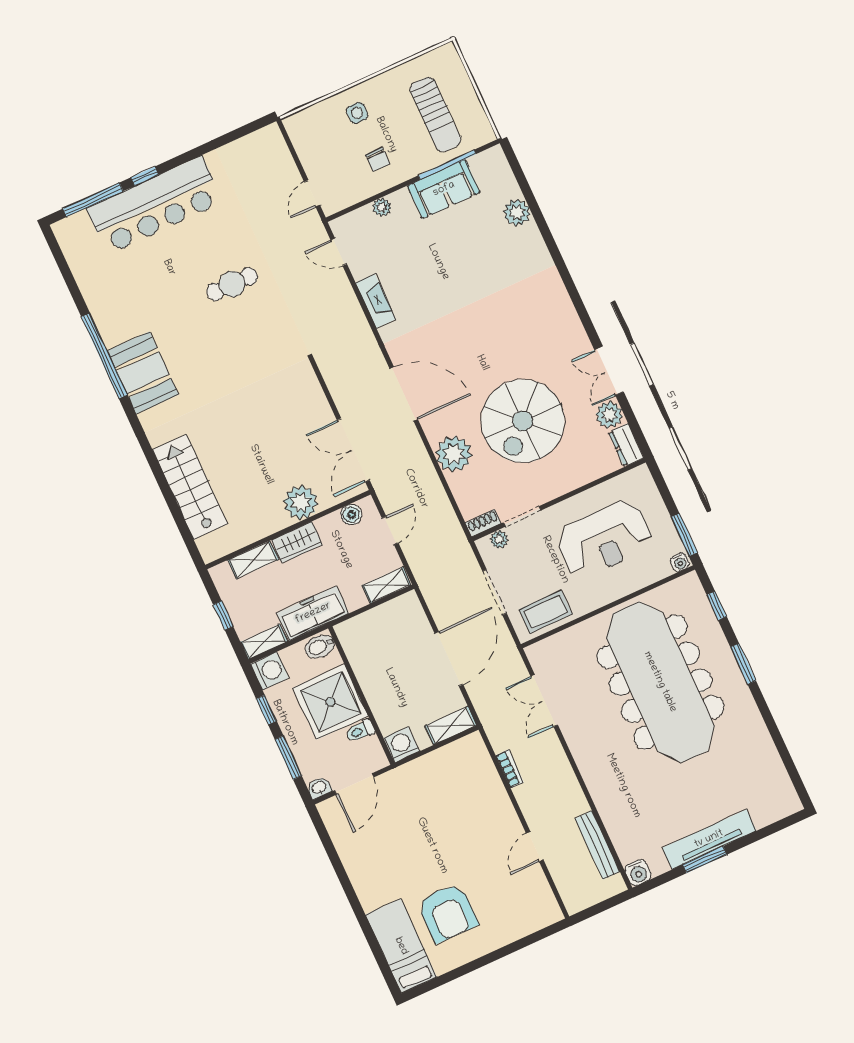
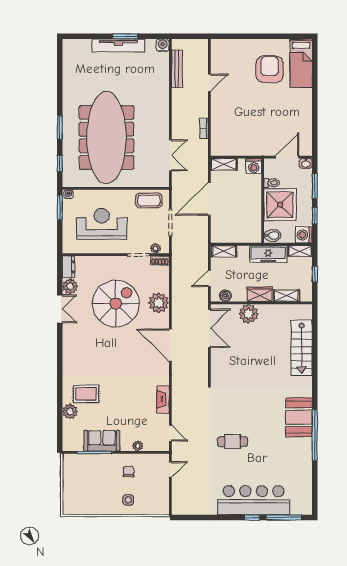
sun lounger: (436, 115) -> (89, 481), removed
rug: (504, 253) -> (86, 394), added

